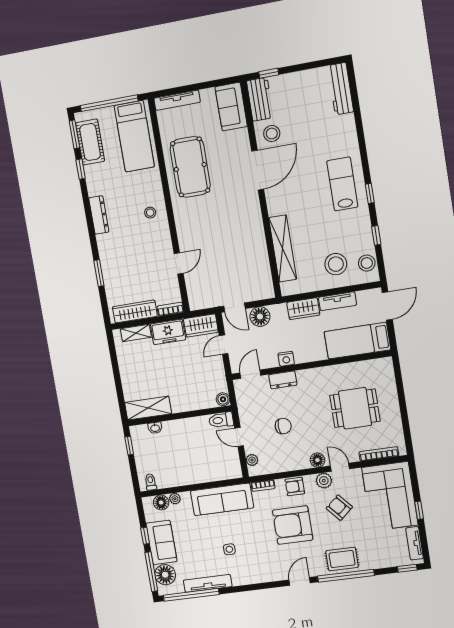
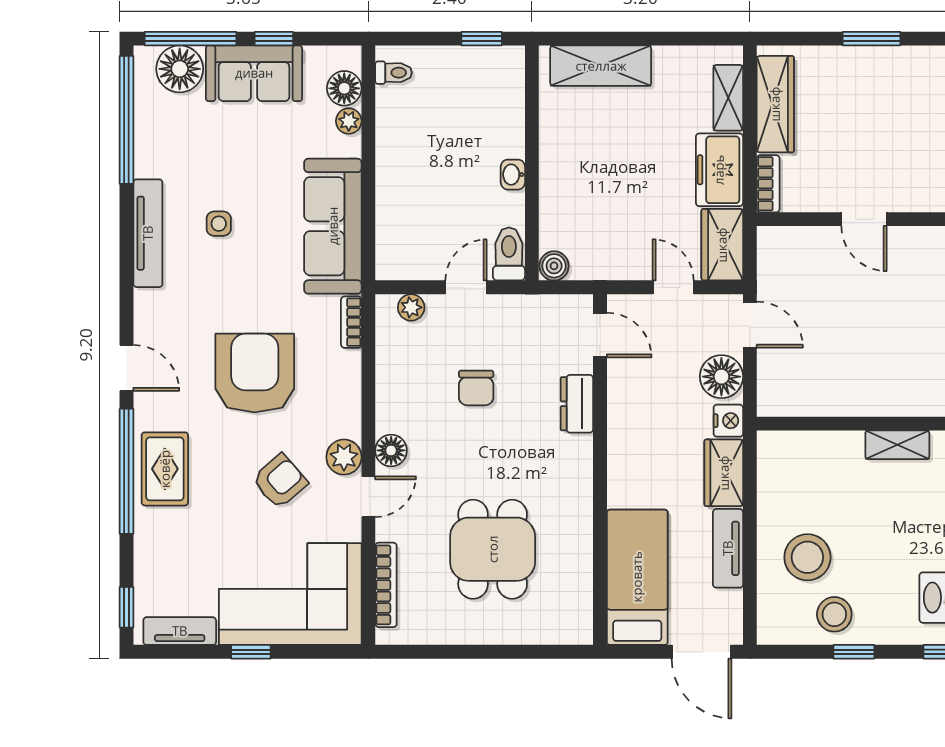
shelving: (283, 248) -> (897, 445), width x0.45, depth x0.75
stool: (367, 263) -> (834, 614), moved
door: (234, 307) -> (750, 325), swing flipped
nightstand: (286, 359) -> (728, 421), moved, turned 180
shelving: (148, 408) -> (601, 66), moved, turned 90
washbasin: (155, 428) -> (513, 175), moved
armchair: (295, 486) -> (340, 392), removed
tv unit: (208, 583) -> (148, 233), moved

